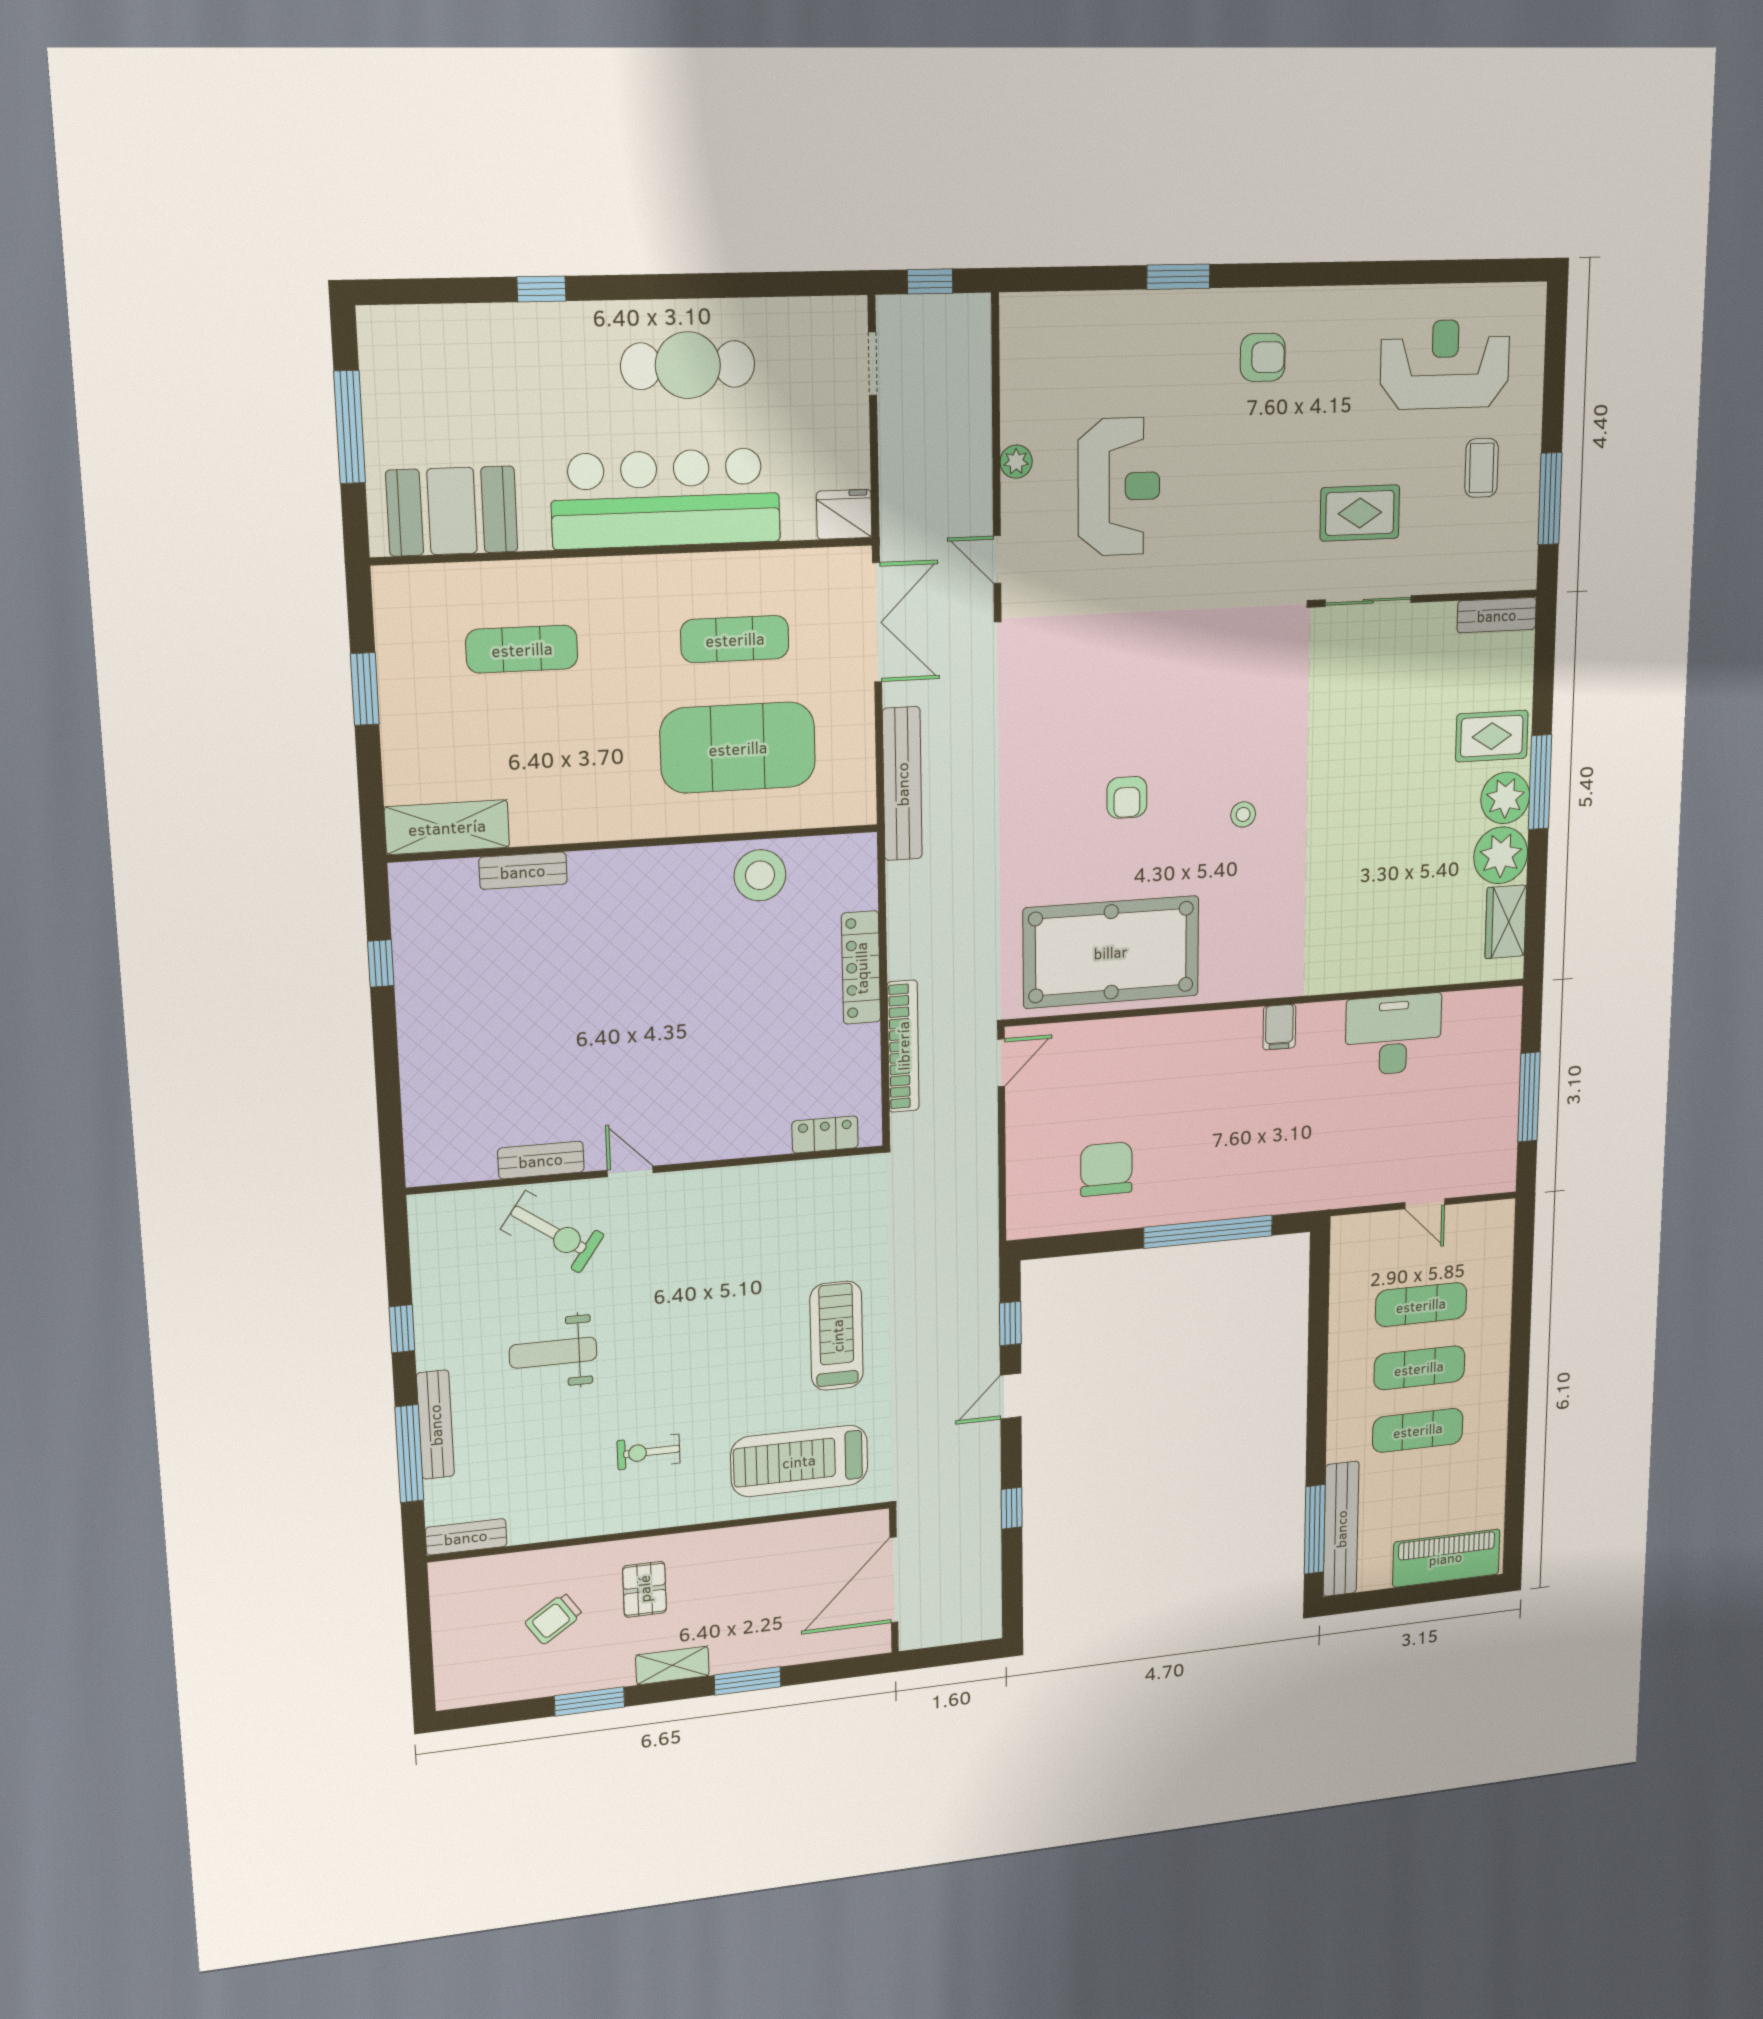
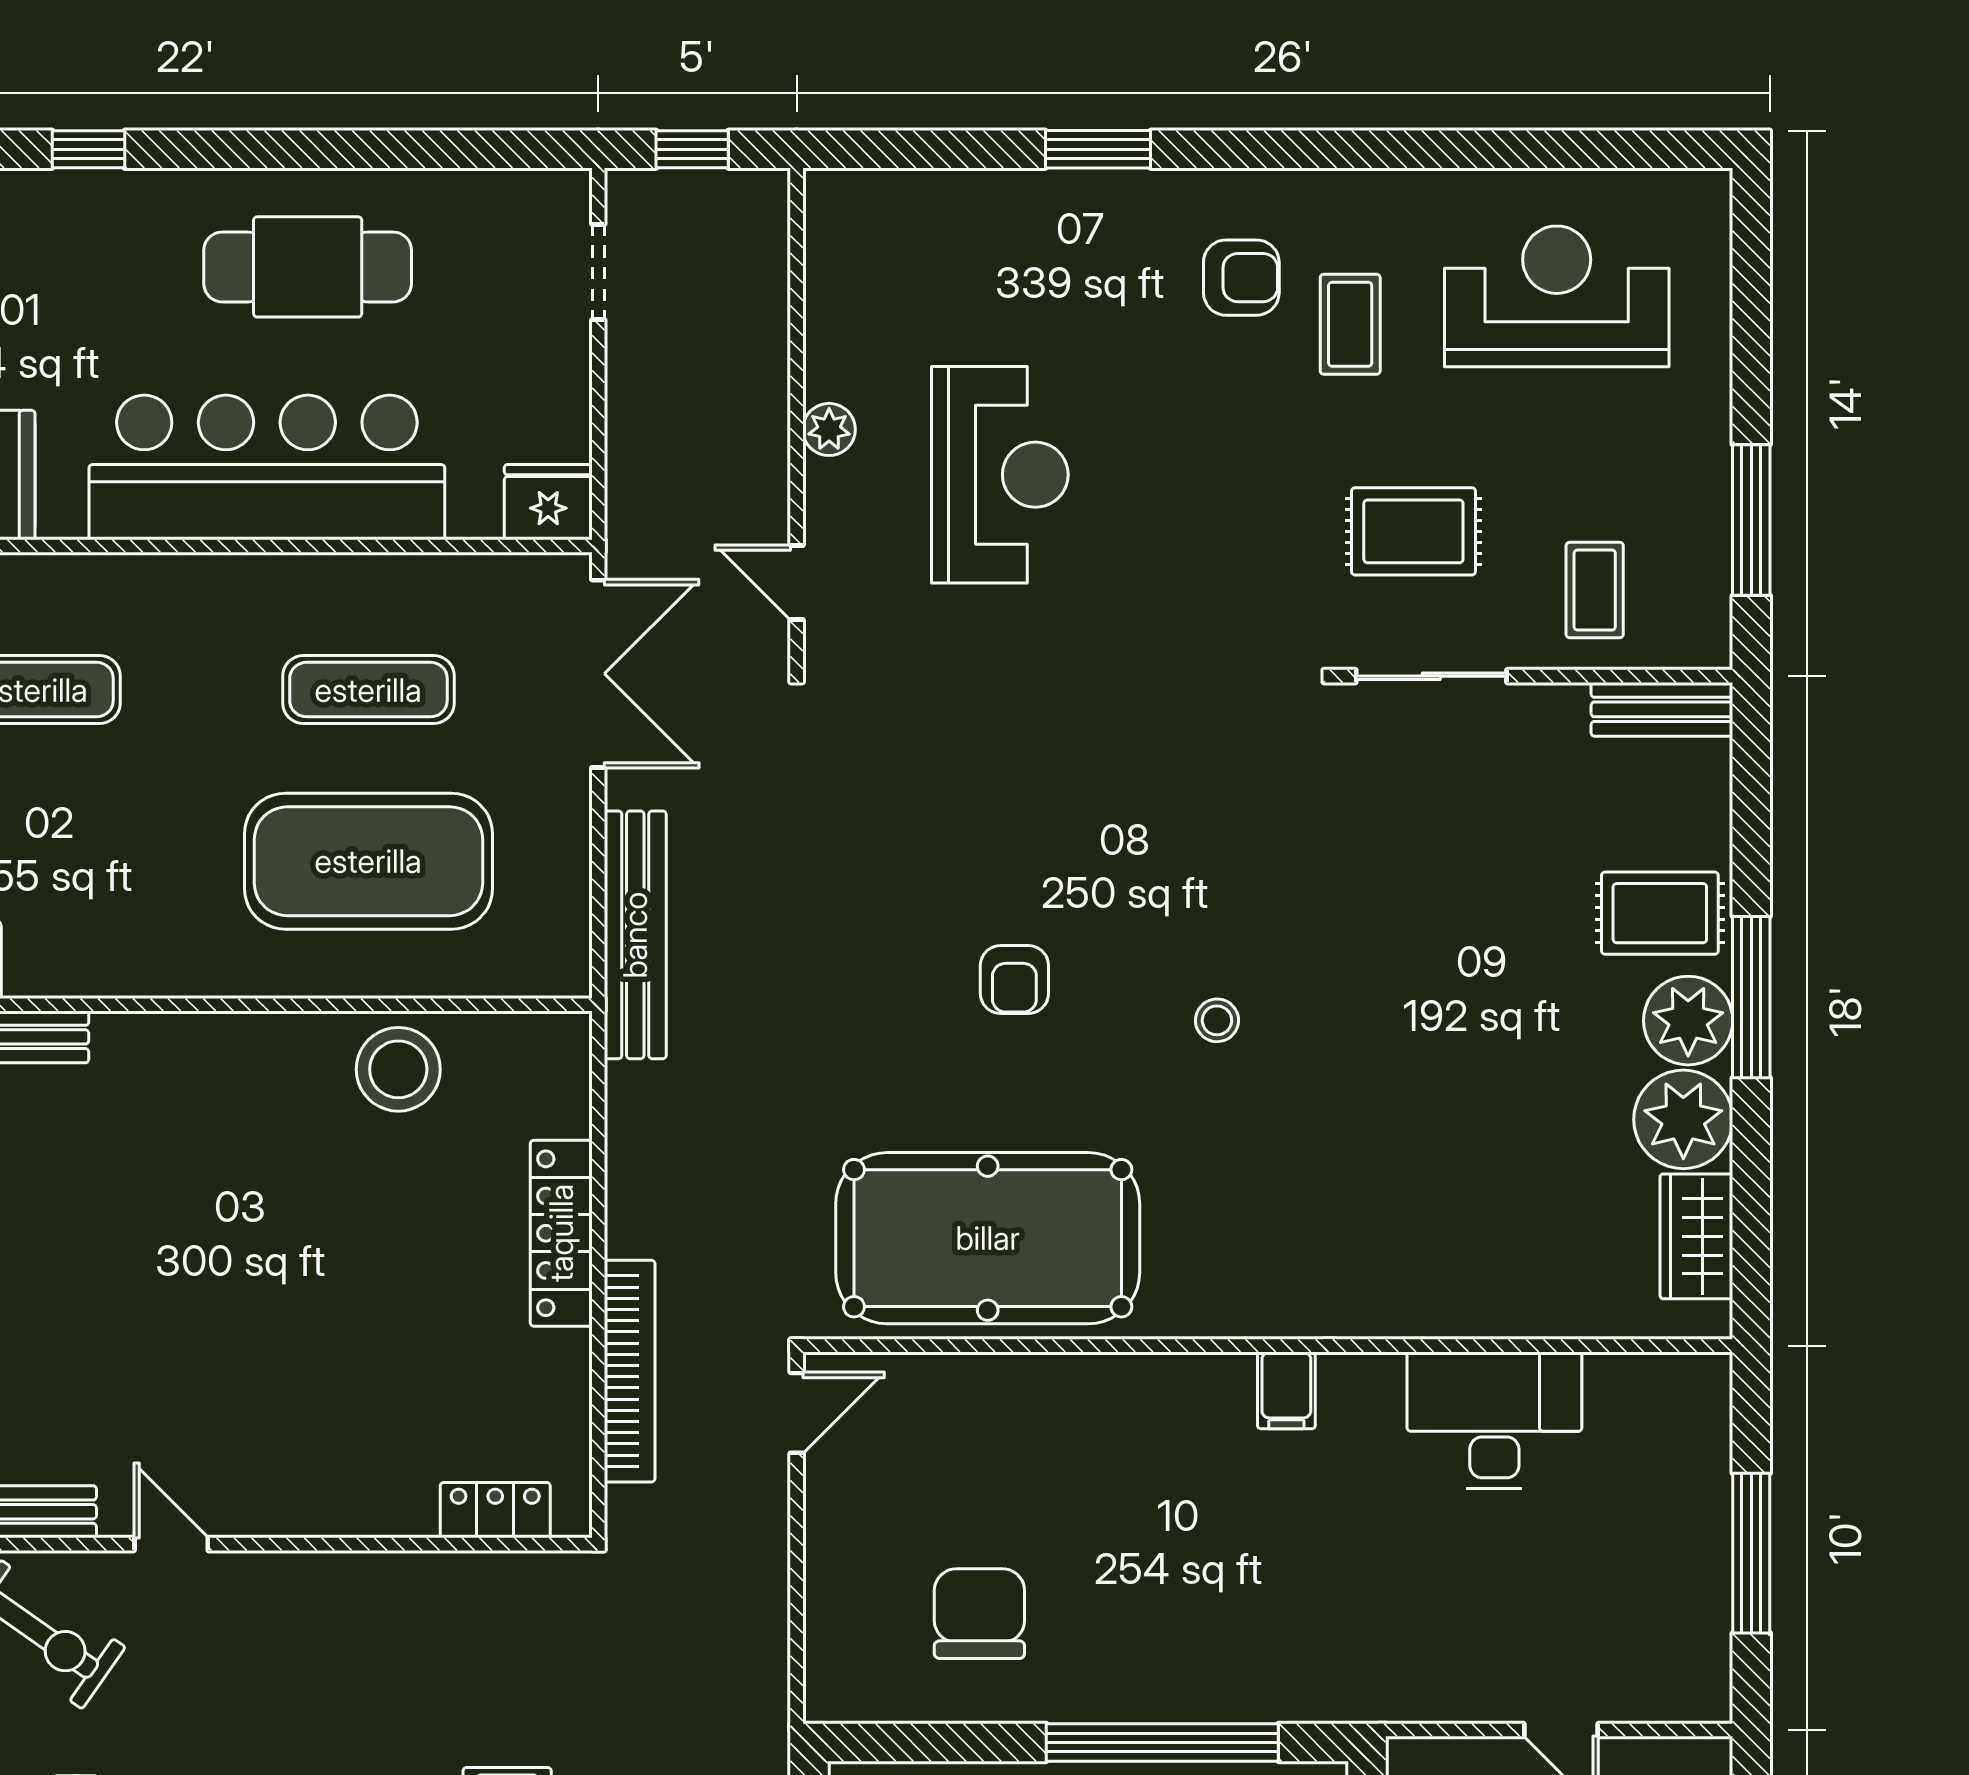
coffee table: (1326, 385) -> (1350, 324), added
coffee table: (1482, 468) -> (1595, 590), moved

